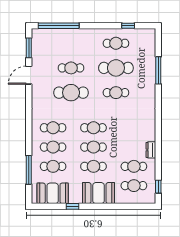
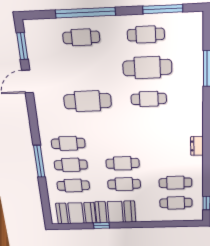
window: (59, 26) -> (85, 13), moved
window: (128, 26) -> (163, 9), width x2.17
cafe table: (71, 68) -> (81, 37), moved
cafe table: (93, 128) -> (121, 142), removed
dresser: (151, 150) -> (197, 146), moved
window: (29, 170) -> (39, 161), moved
booth: (99, 193) -> (115, 212), moved

